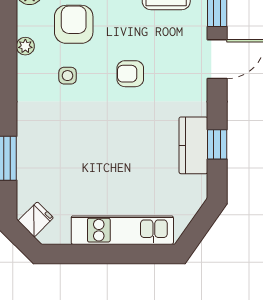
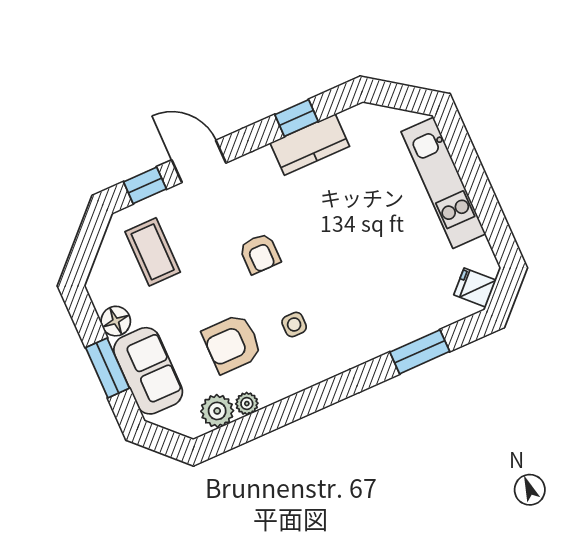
plant: (25, 46) -> (247, 404), moved

